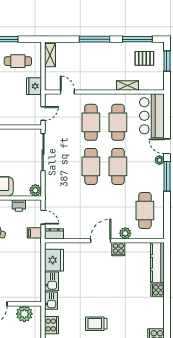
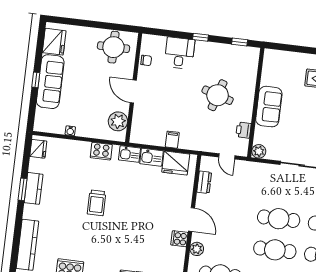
door: (43, 217) -> (227, 156), hinge flipped
filing cabinet: (34, 233) -> (172, 140), moved
dresser: (54, 234) -> (204, 182), moved
trolley: (96, 324) -> (97, 203), turned 180

